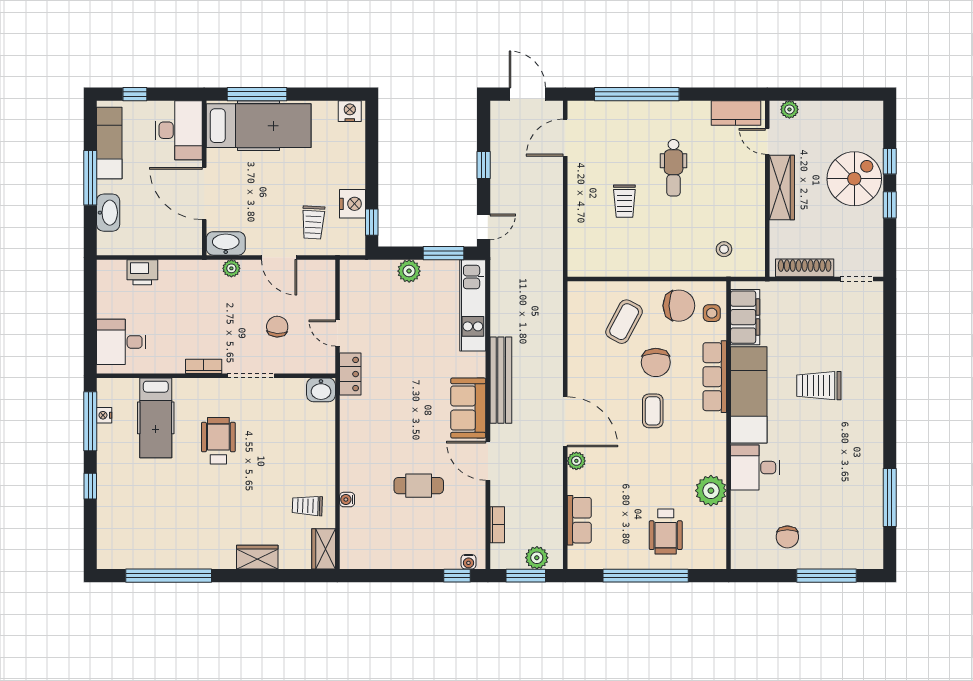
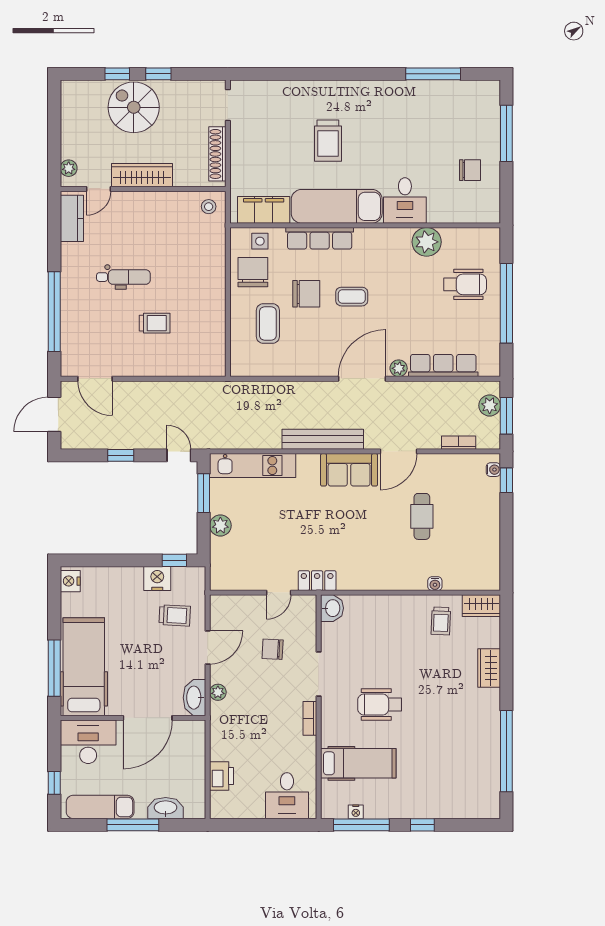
stool: (724, 249) -> (209, 207), moved
coffee table: (624, 322) -> (268, 323), turned 62
row of seats: (579, 520) -> (443, 366), width x1.48

